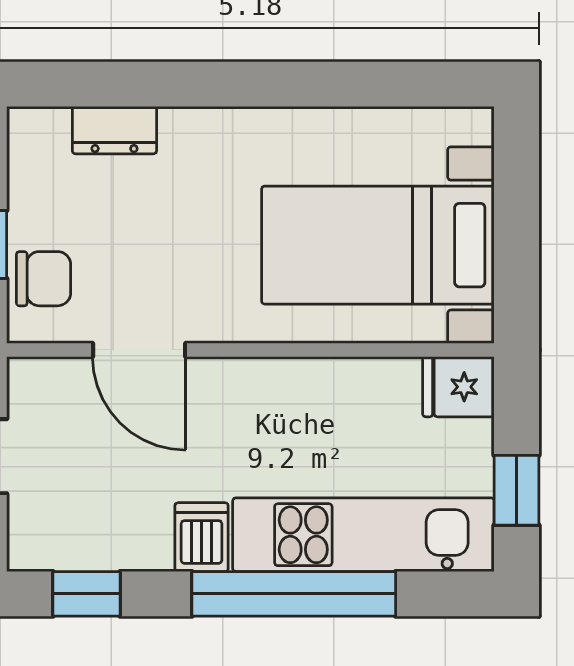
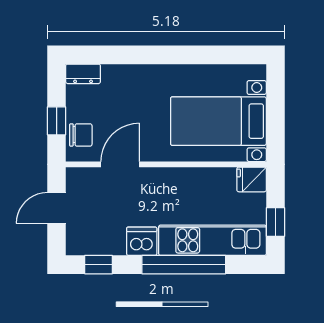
dresser: (114, 130) -> (83, 74), moved
door: (139, 350) -> (120, 164), swing flipped
dishwasher: (202, 537) -> (142, 241), width x1.38

